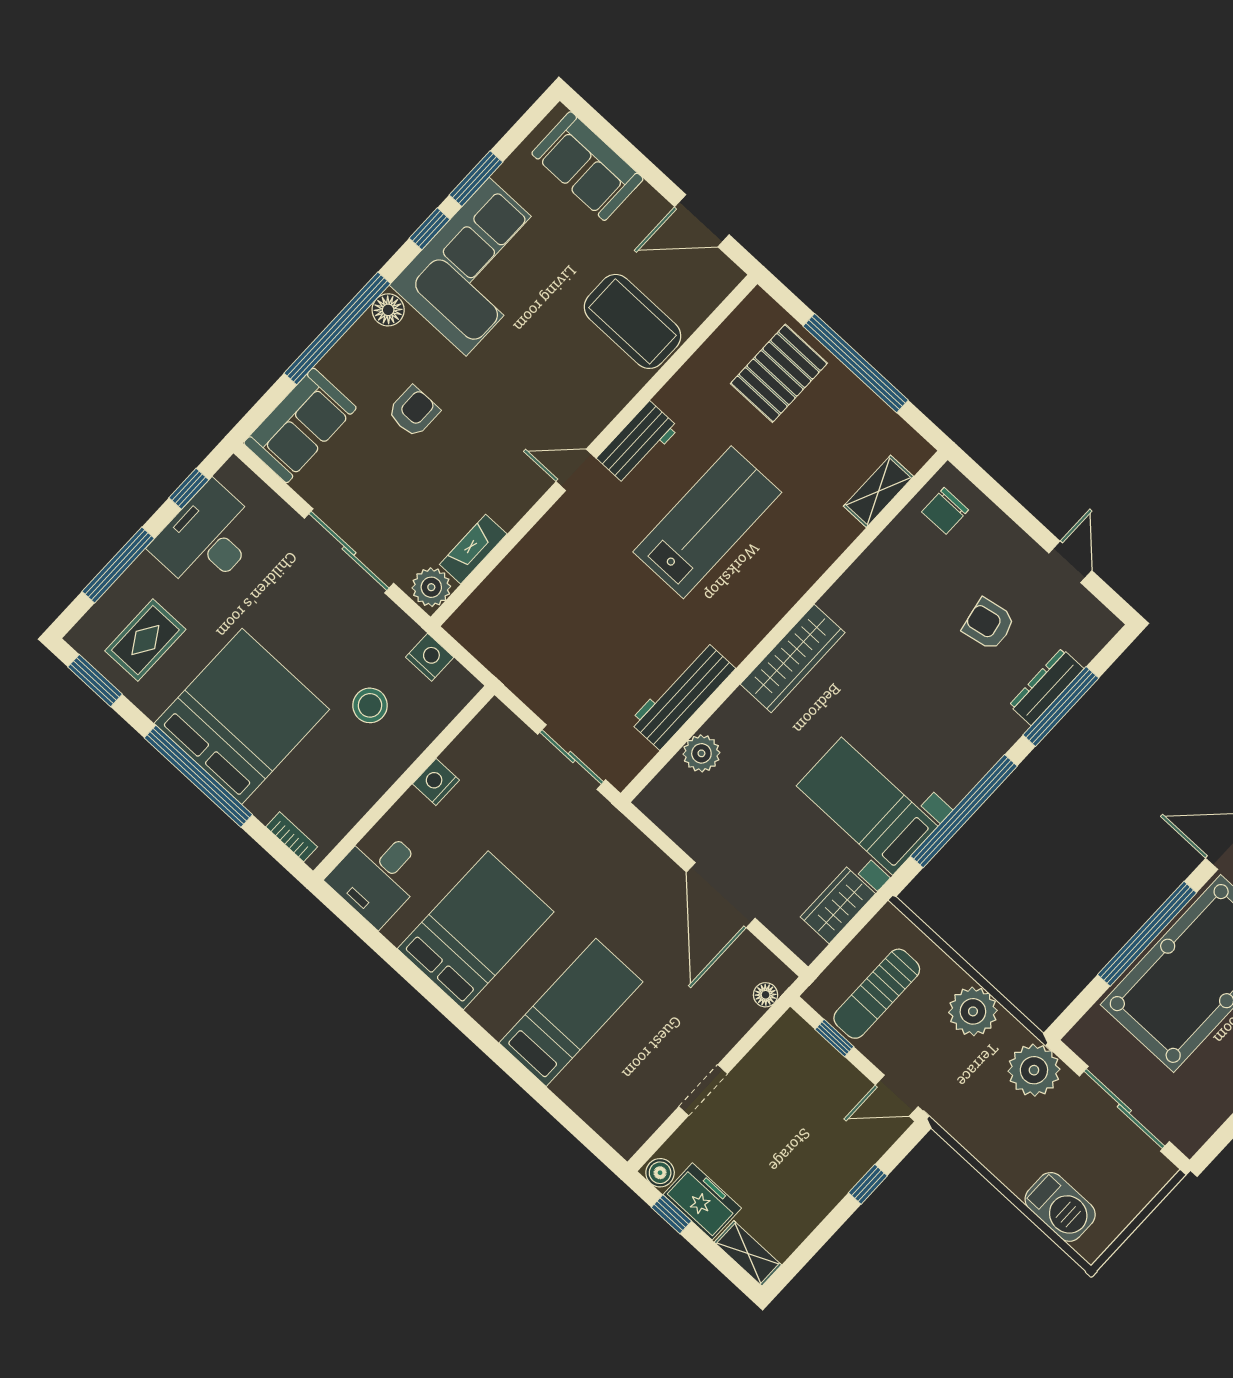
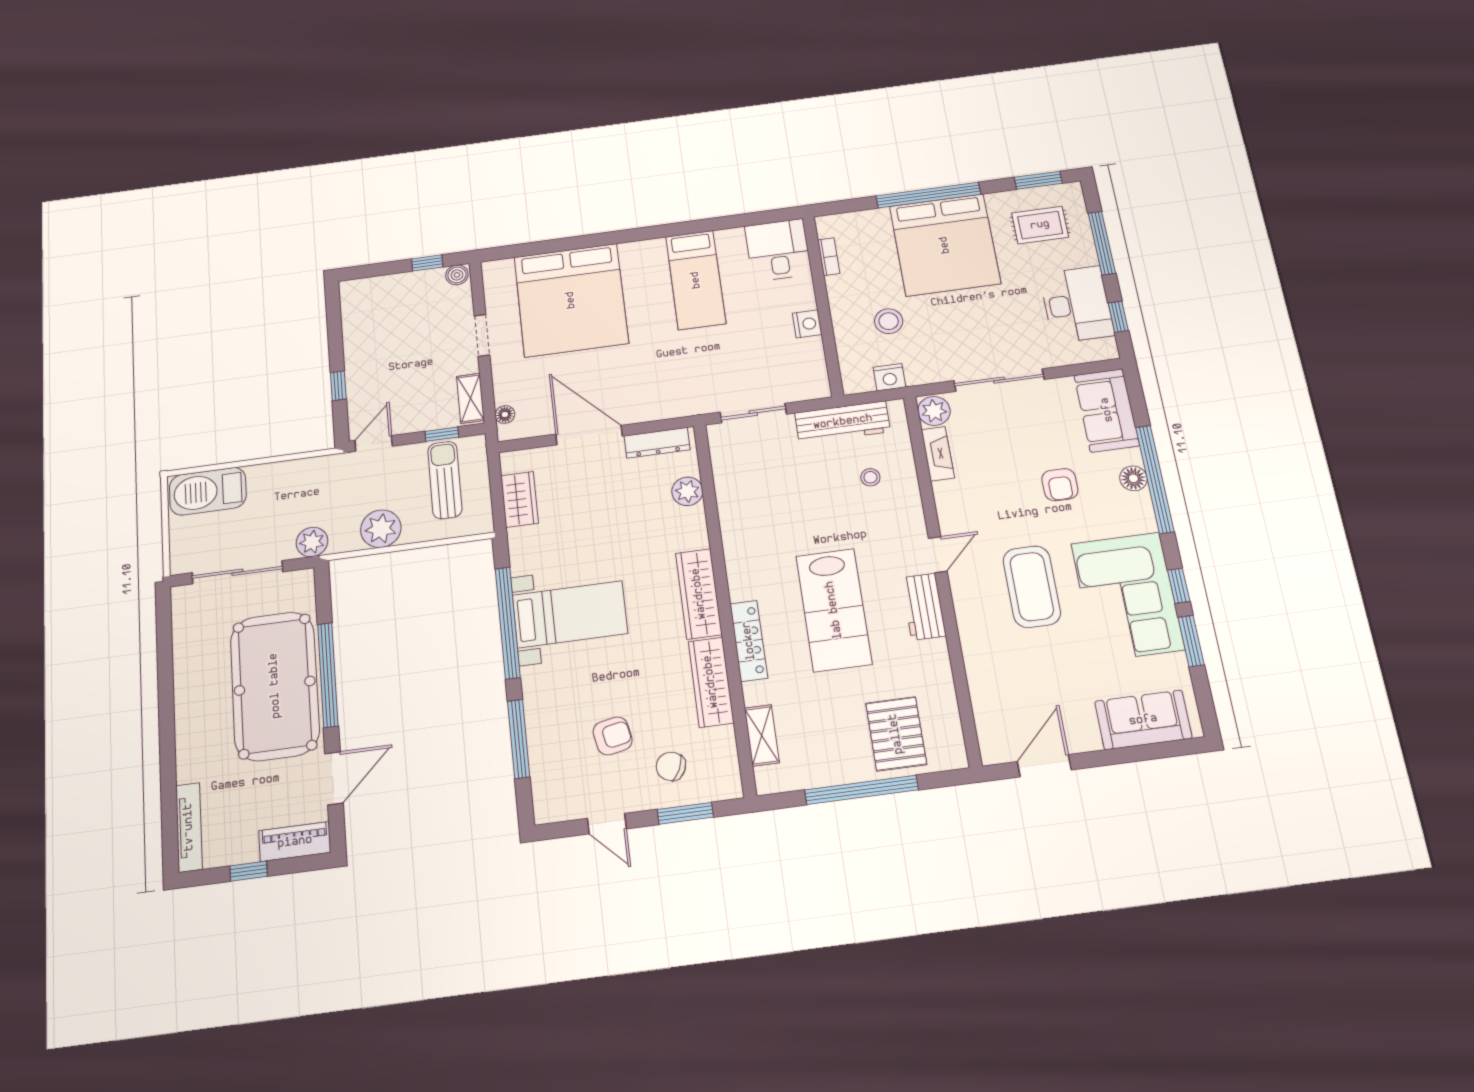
floor lamp: (388, 310) -> (1133, 478), moved
coffee table: (632, 321) -> (1032, 587), moved, turned 90
window: (1004, 501) -> (685, 813), added
chair: (945, 511) -> (671, 766), moved, turned -65
locker: (800, 575) -> (749, 641), added
wardrobe: (867, 577) -> (711, 682), added
stool: (548, 593) -> (870, 477), added
rug: (145, 640) -> (1040, 225), turned 90
dresser: (1046, 687) -> (657, 443), moved, turned 90
workbench: (682, 695) -> (843, 422), moved, turned 90
bed with nightstands: (867, 806) -> (570, 614), moved
bookcase: (292, 837) -> (829, 257), moved, turned -90
bed: (476, 930) -> (696, 280), width x0.67
bed: (571, 1012) -> (571, 300), width x2.04
plant: (1034, 1070) -> (312, 542), width x0.73, depth x0.73
freezer: (702, 1201) -> (418, 285), removed
barbecue: (1060, 1207) -> (208, 491), width x1.37, depth x1.21
shelving: (748, 1253) -> (470, 398), moved, turned 90

